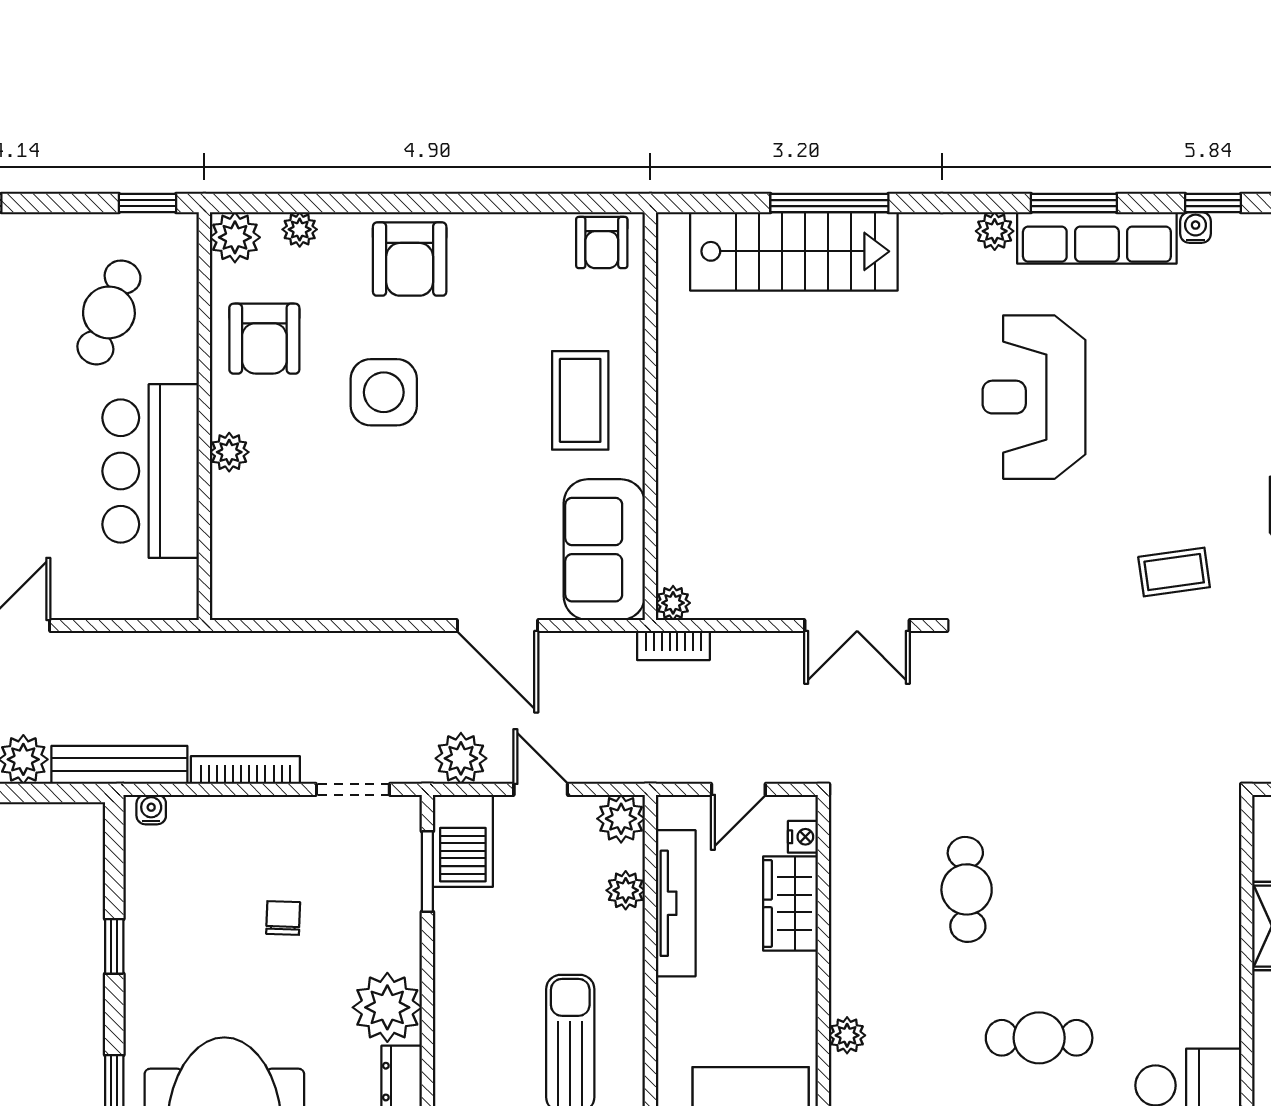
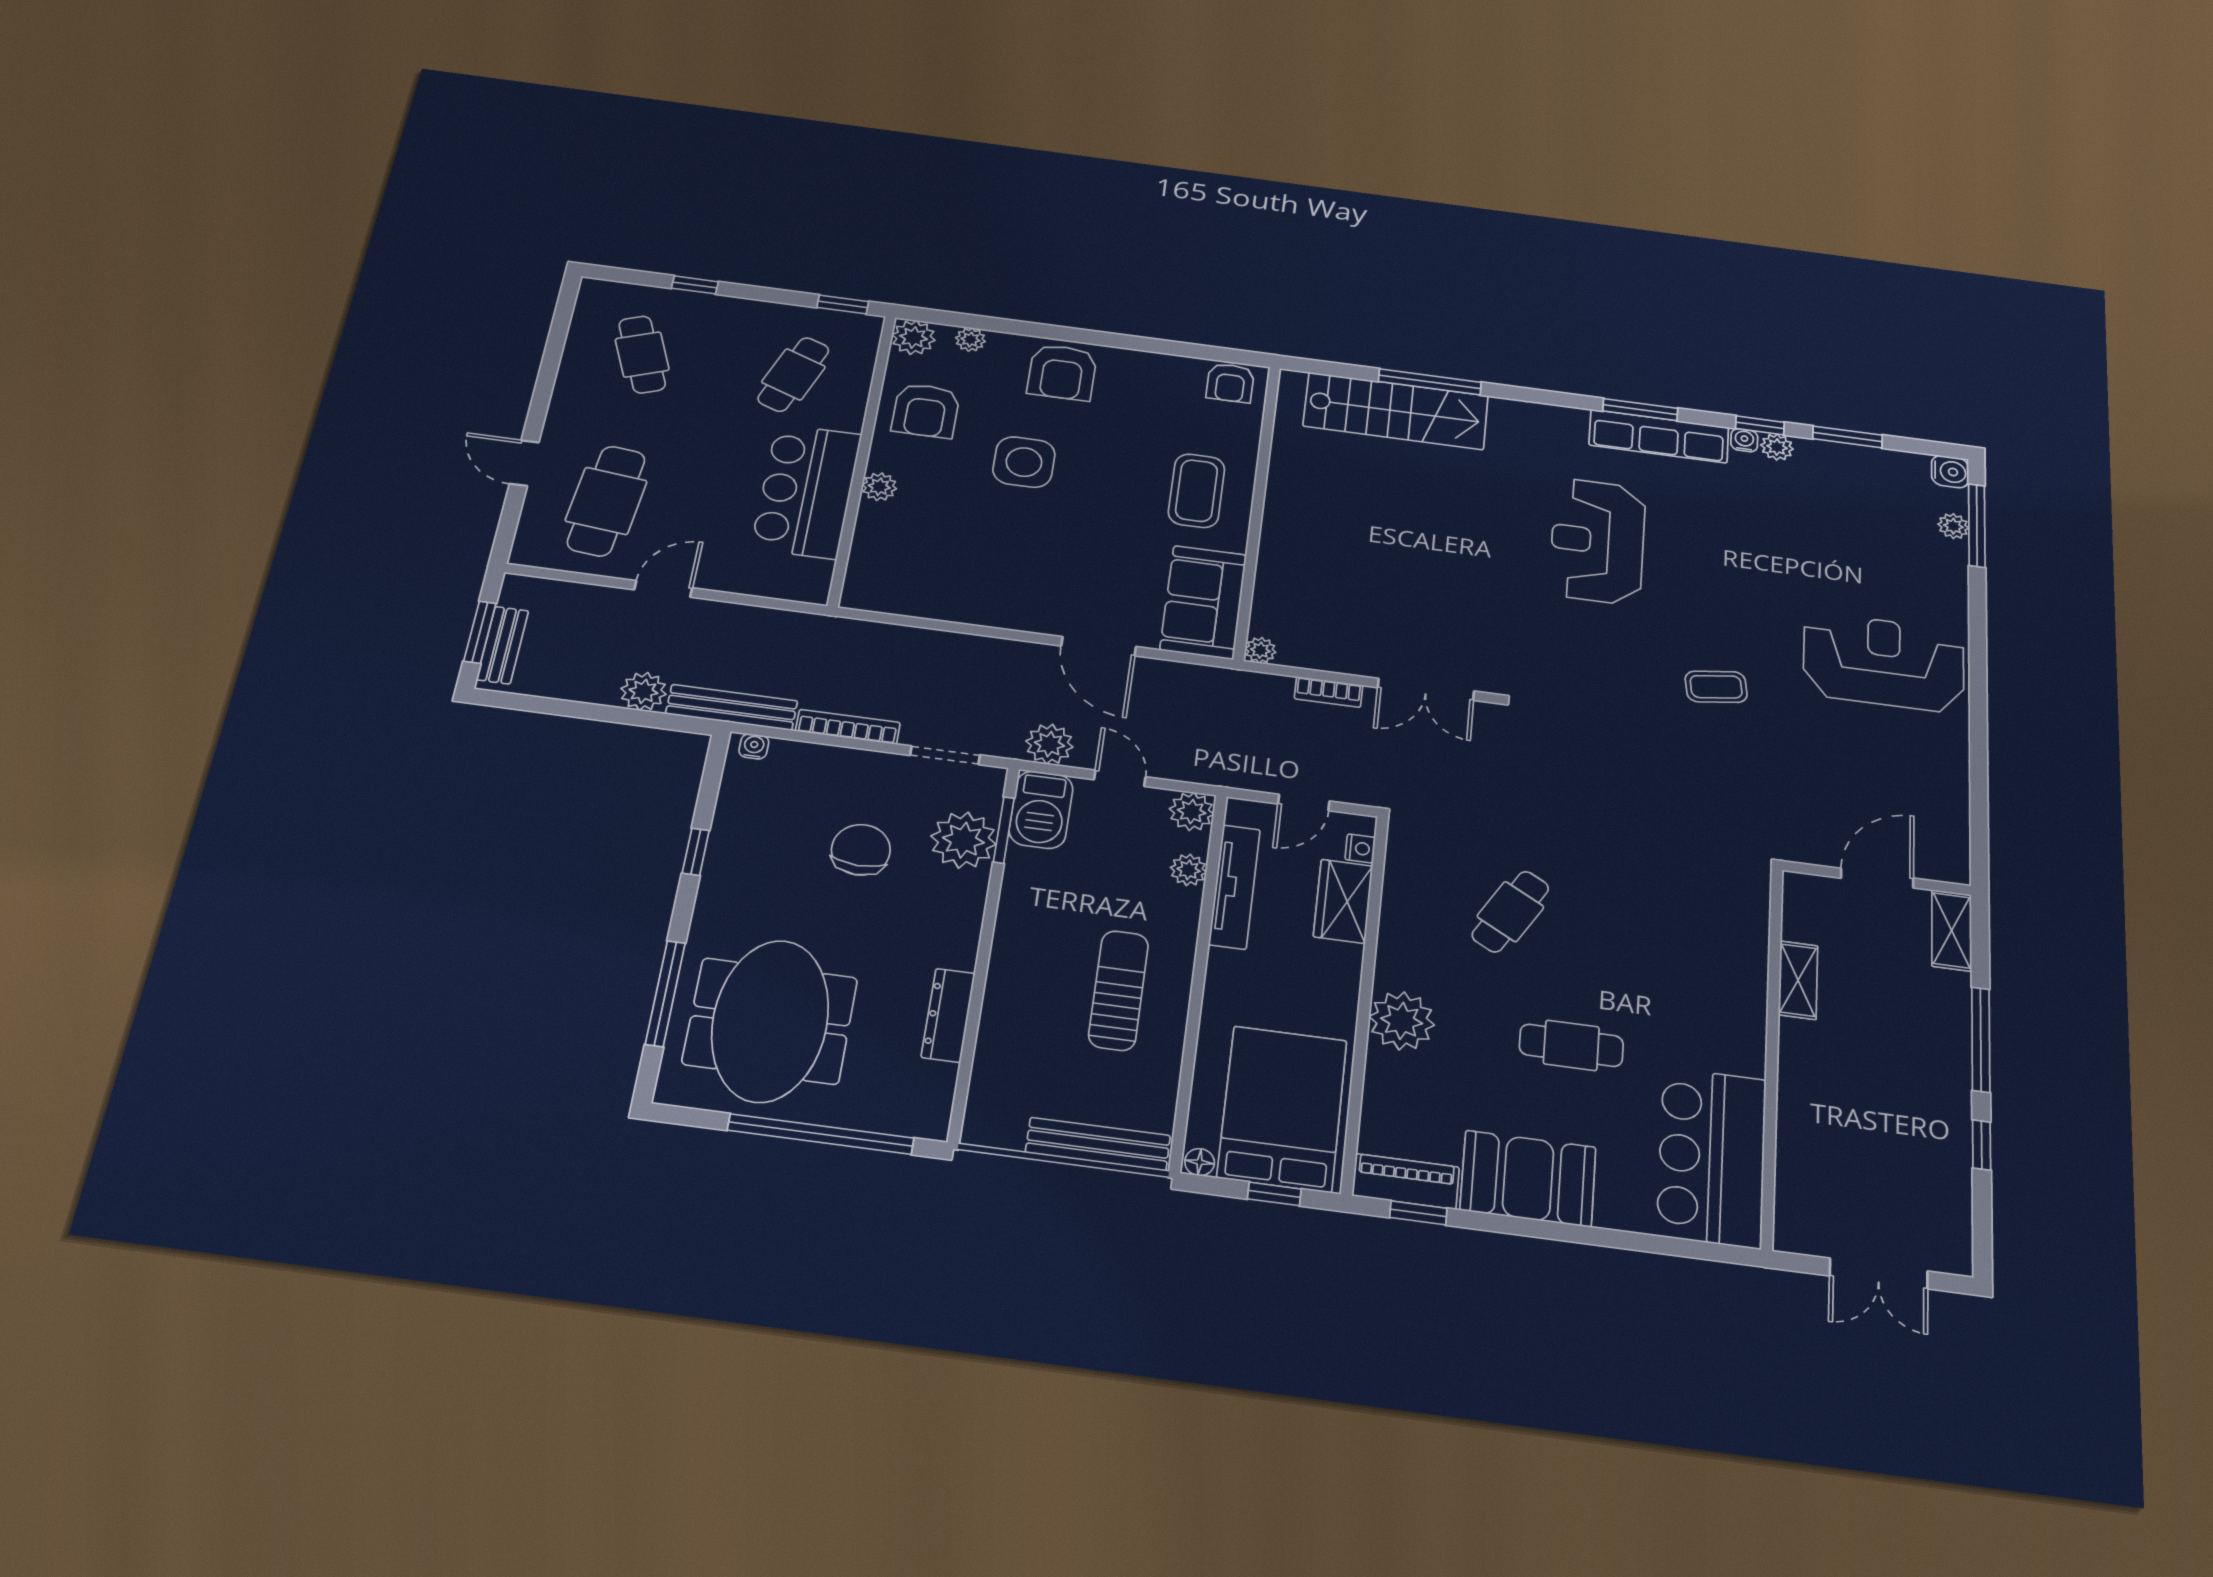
plant: (995, 231) -> (1777, 447), moved
bookcase: (673, 645) -> (1328, 692), moved
cafe table: (967, 889) -> (1510, 912), turned 32
chair: (283, 918) -> (861, 850), width x1.87, depth x1.87
plant: (387, 1007) -> (963, 840), moved
plant: (847, 1035) -> (1402, 1021), width x1.88, depth x1.88

